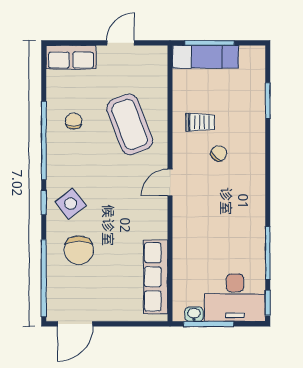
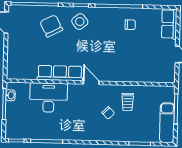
exam couch: (206, 57) -> (167, 123), moved
coffee table: (130, 124) -> (127, 59), removed
chair: (79, 250) -> (51, 26), turned 63
row of seats: (156, 277) -> (60, 73), moved
desk: (235, 298) -> (49, 98), moved, turned 90

